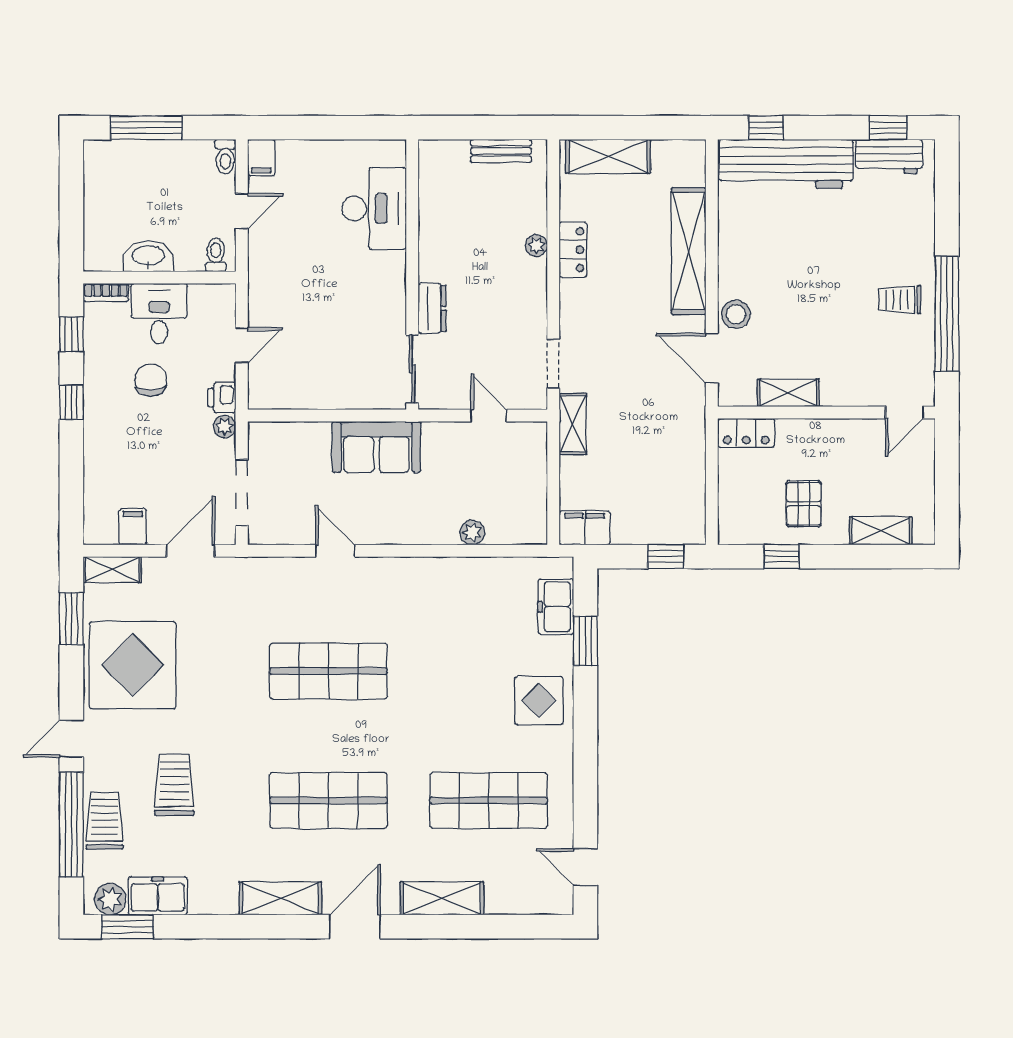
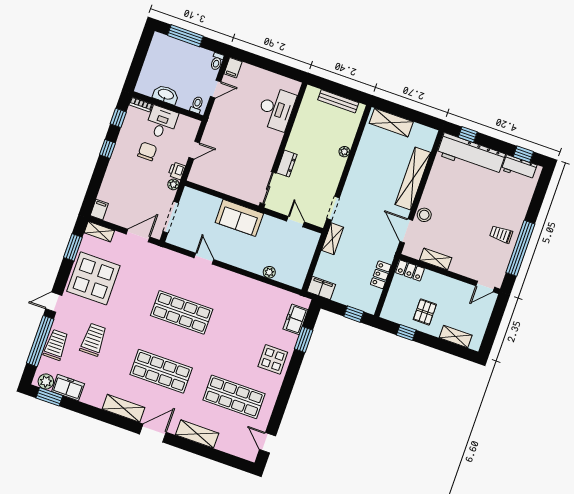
bench: (501, 151) -> (338, 101), width x1.36
locker: (573, 250) -> (381, 275), moved, turned 180
filing cabinet: (133, 527) -> (99, 210), moved

